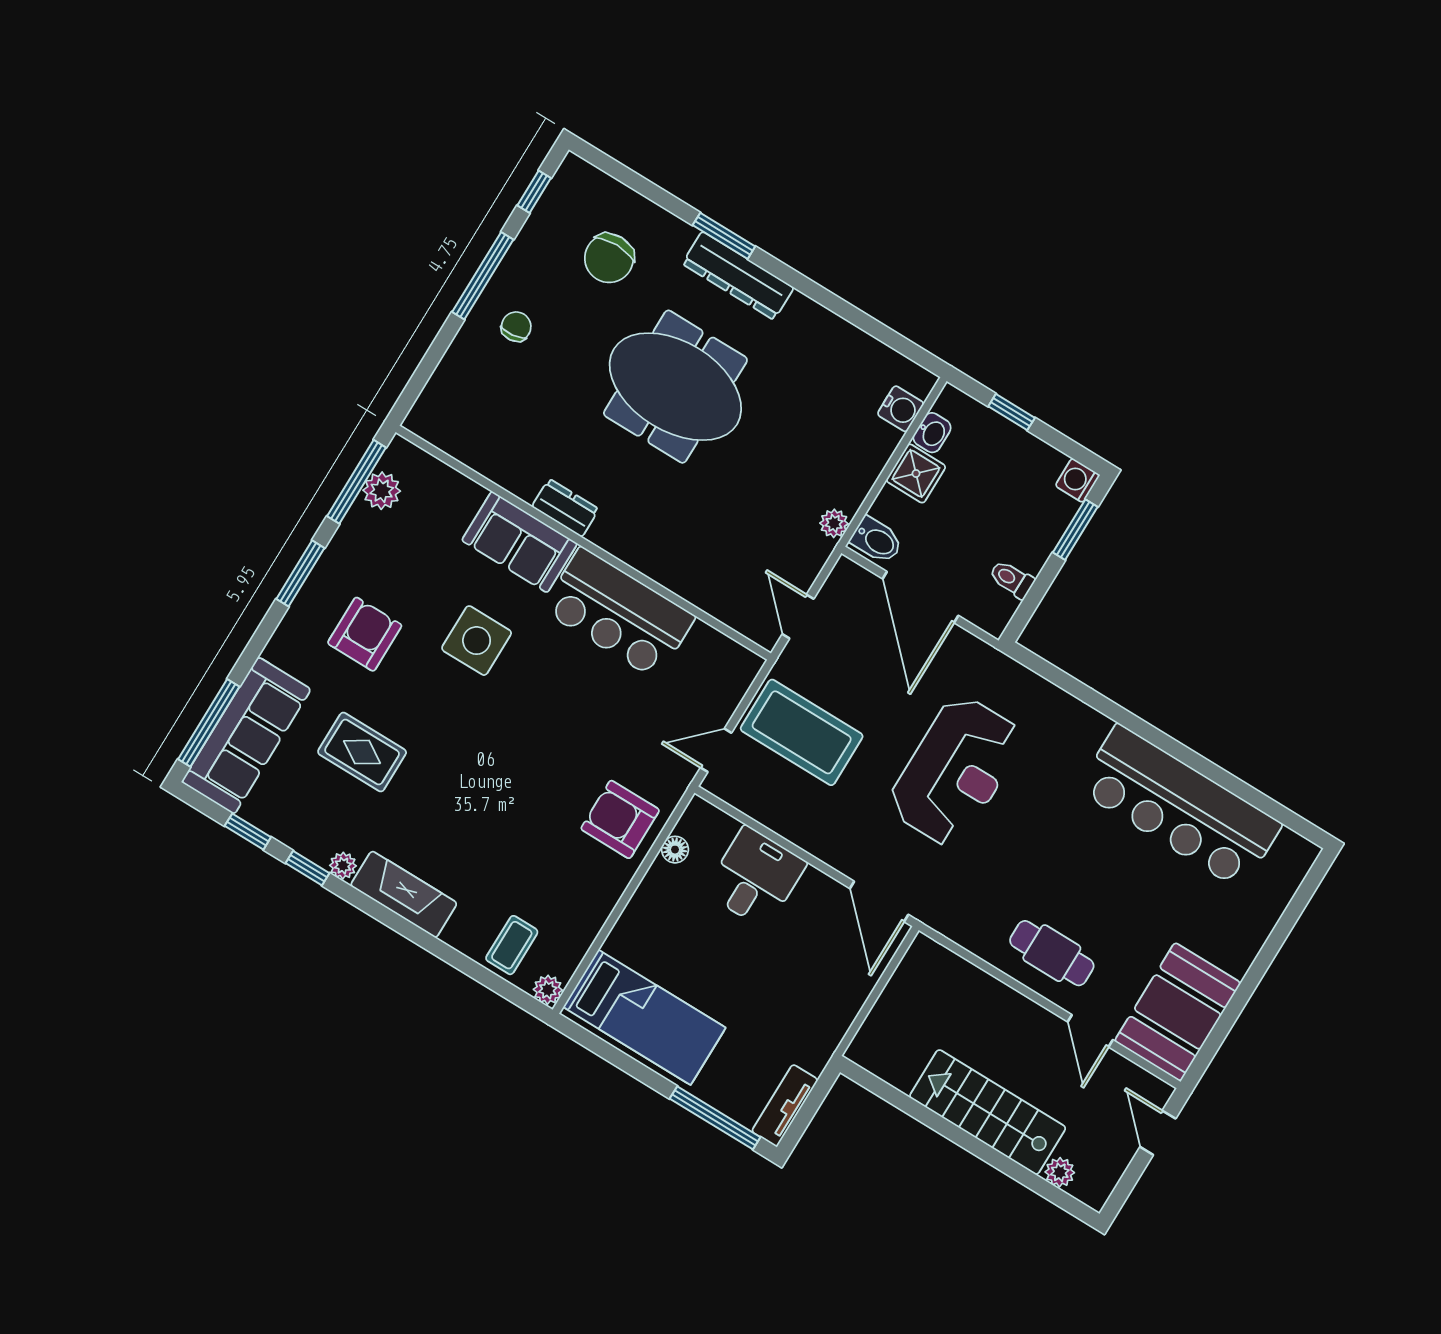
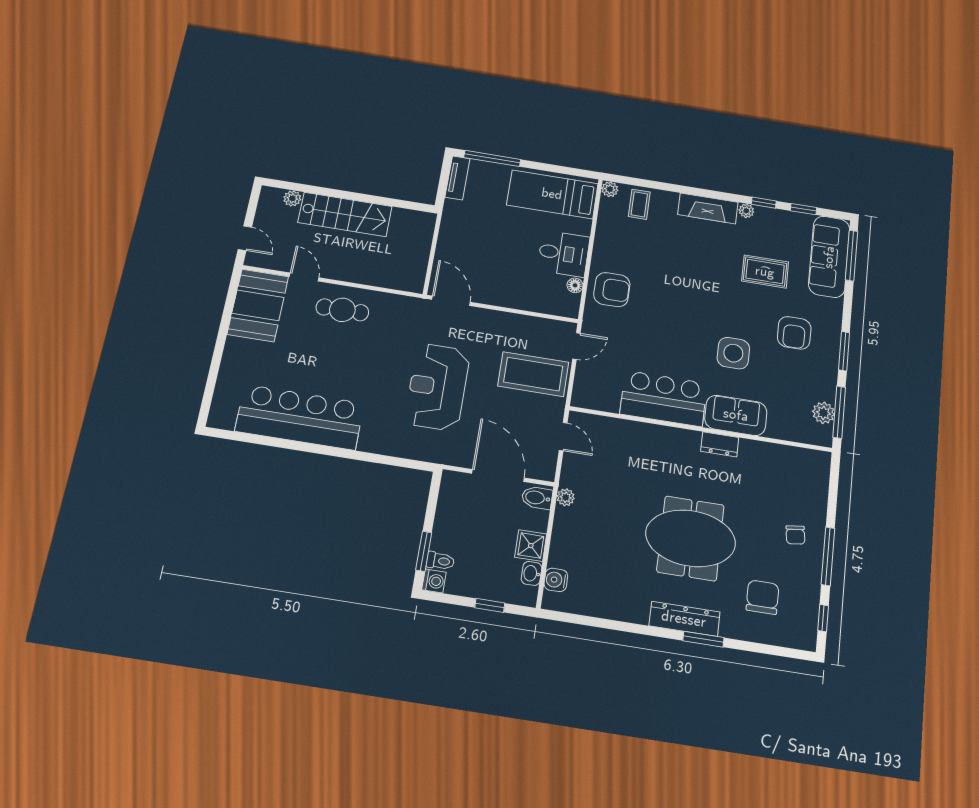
toilet: (1012, 579) -> (440, 561), moved
desk: (755, 877) -> (564, 254), moved, turned -90

